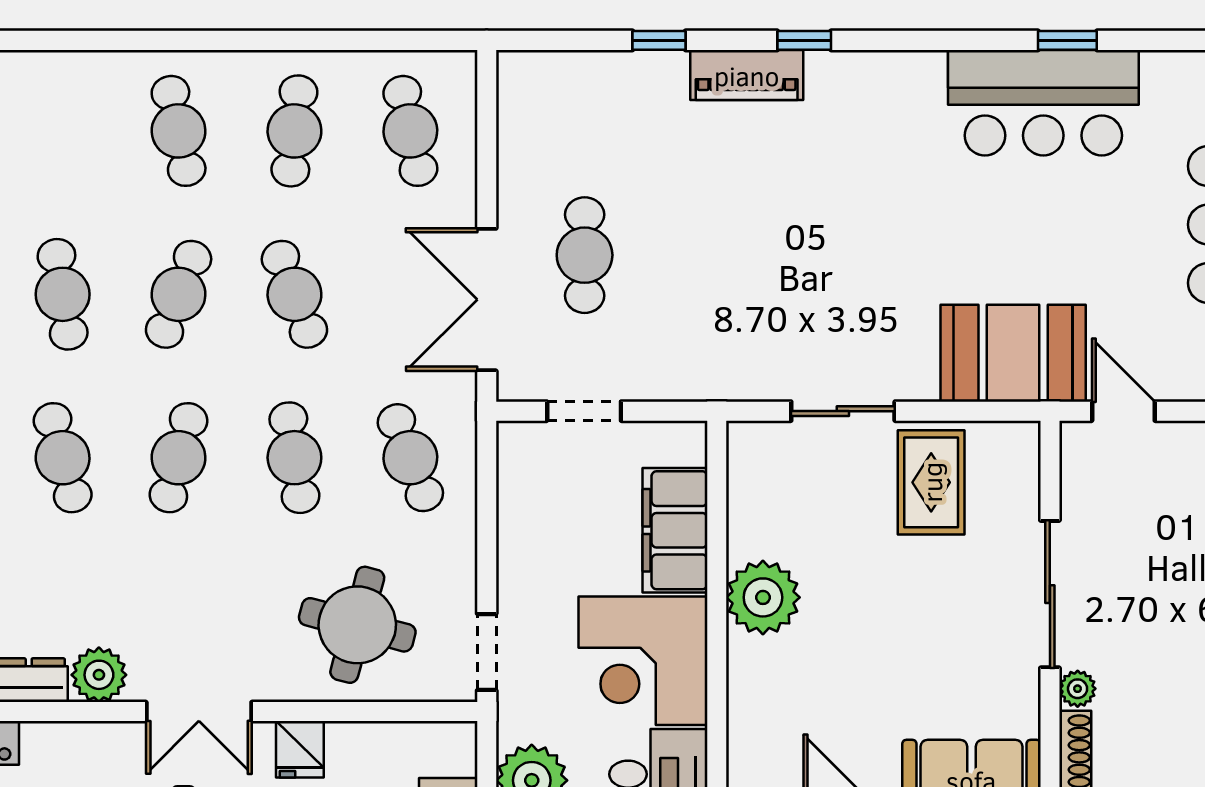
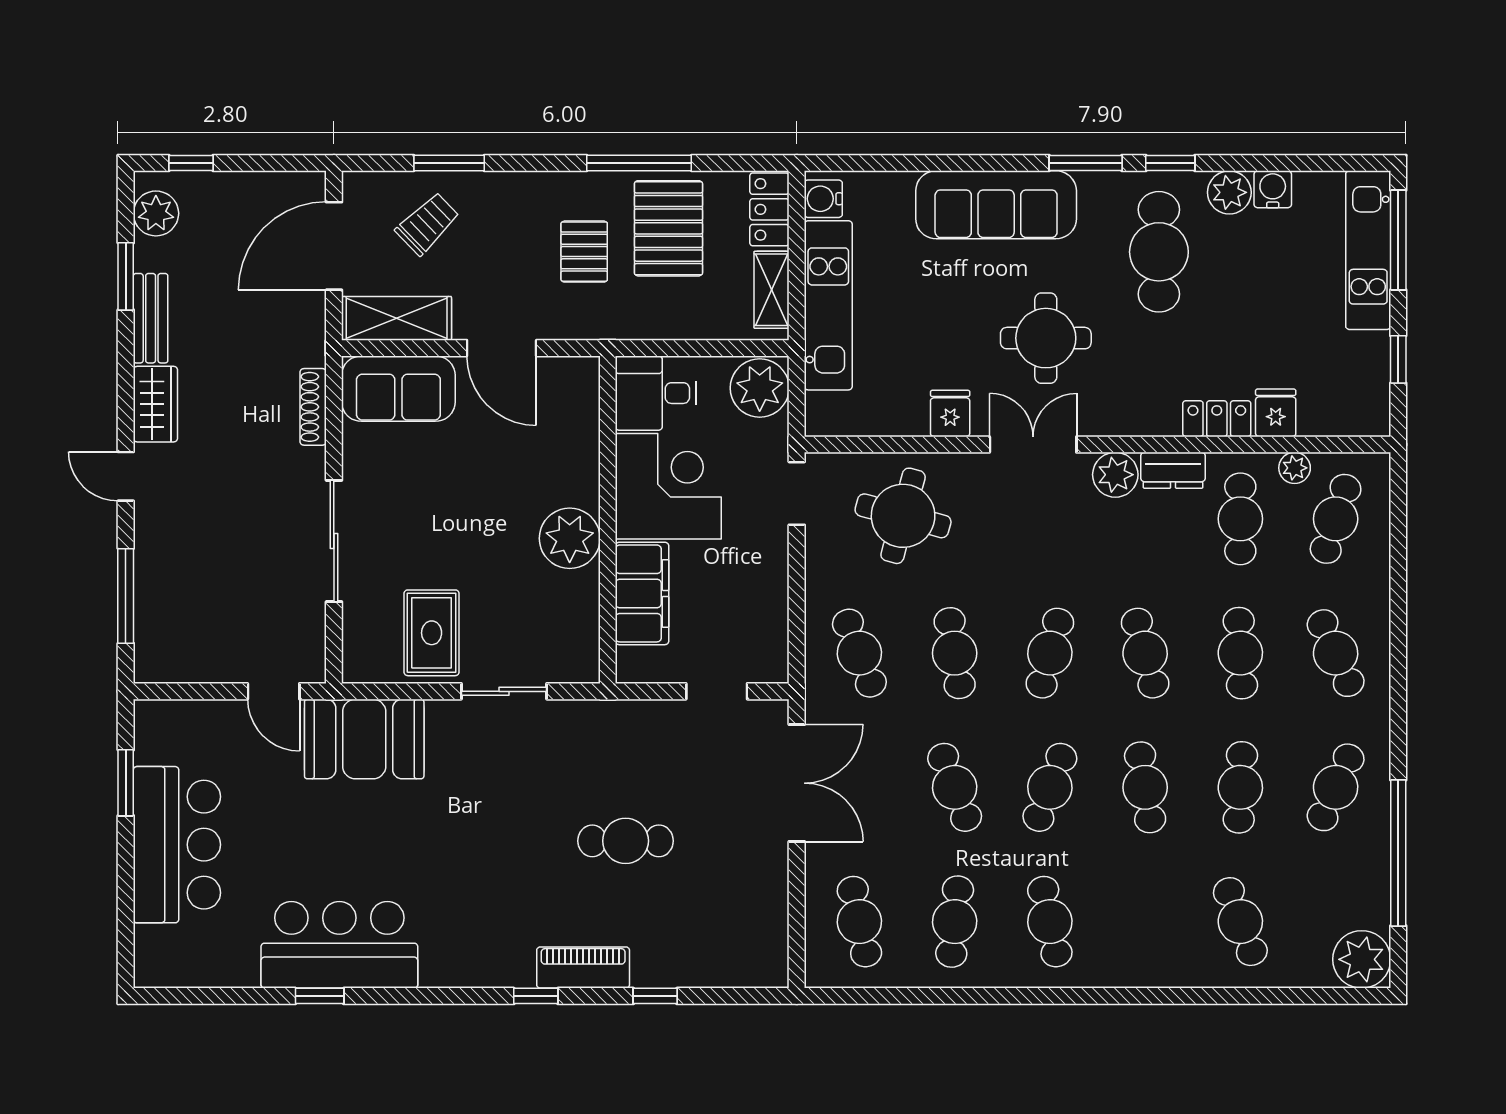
cafe table: (585, 255) -> (626, 841), moved, turned 90
plant: (1078, 689) -> (311, 463), removed

